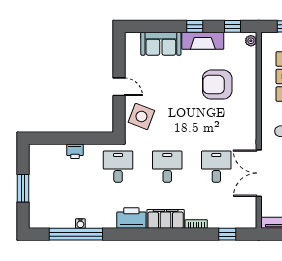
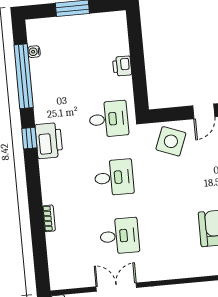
double door: (259, 173) -> (116, 287), width x0.73
filing cabinet: (166, 219) -> (52, 181), removed
water cooler: (80, 224) -> (34, 52), moved
window: (227, 234) -> (29, 138), moved

